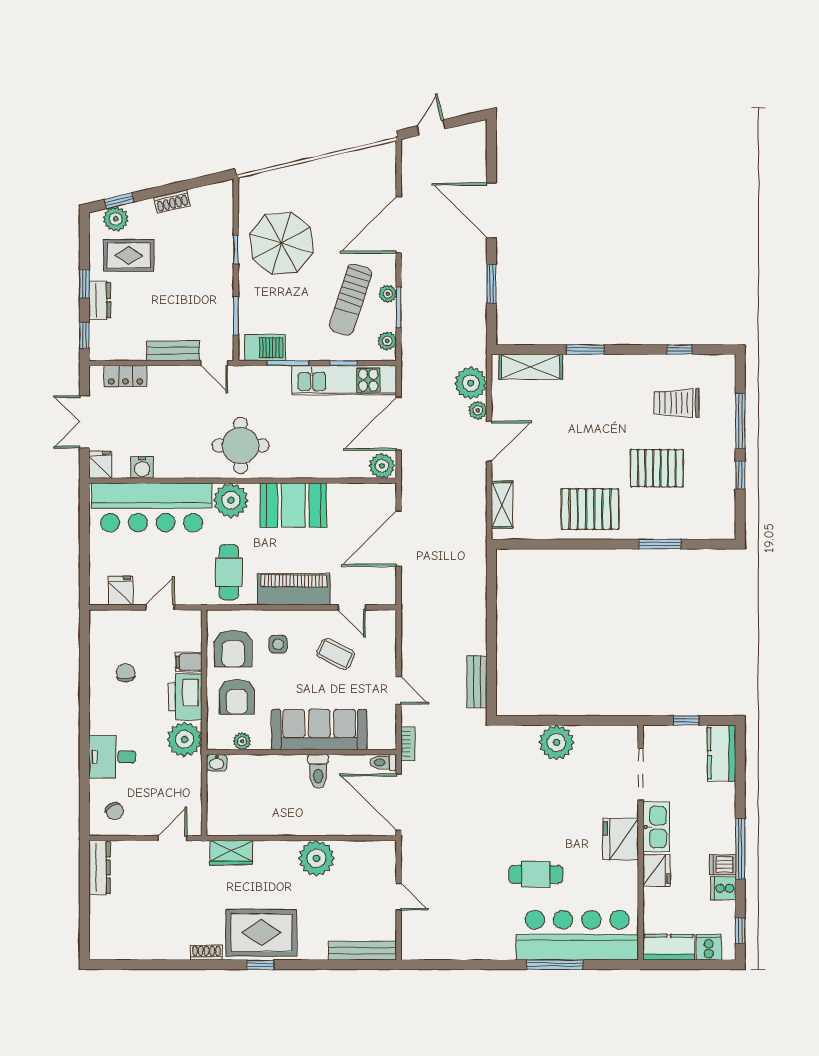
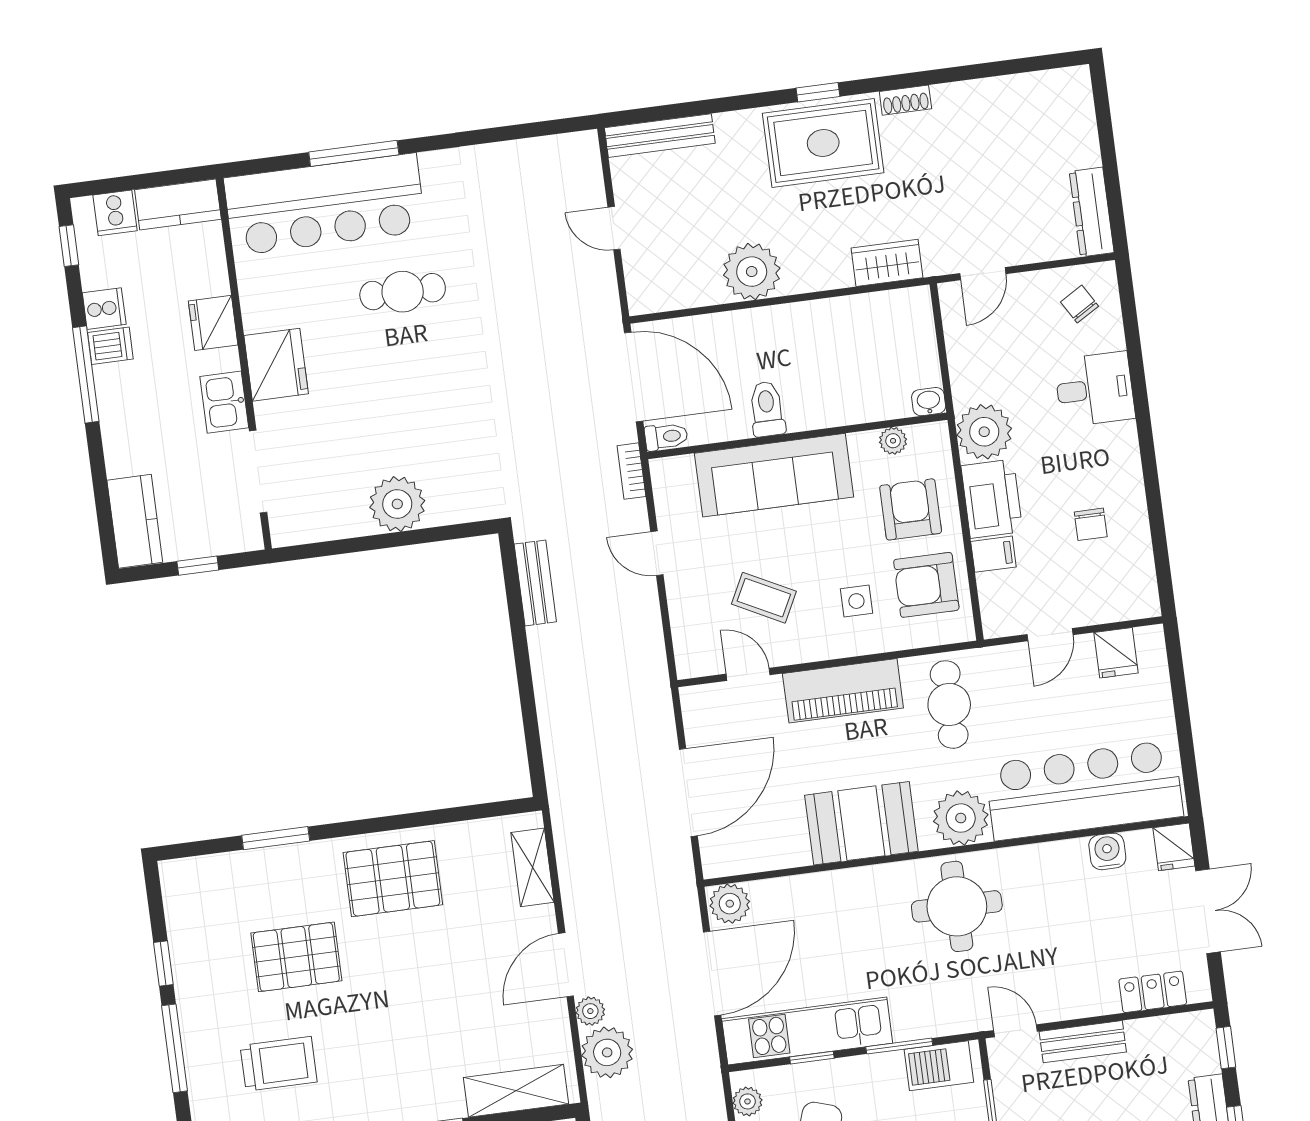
armchair: (233, 649) -> (926, 585), turned -90
kitchen sink: (656, 827) -> (224, 402), width x0.73

